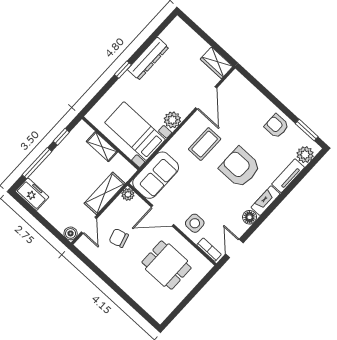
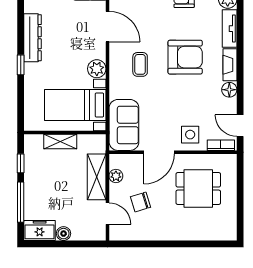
coffee table: (205, 144) -> (140, 64), width x0.73, depth x0.77
armchair: (240, 167) -> (185, 57), turned 180
plant: (128, 194) -> (116, 176), moved
boiler: (71, 233) -> (64, 234), moved

